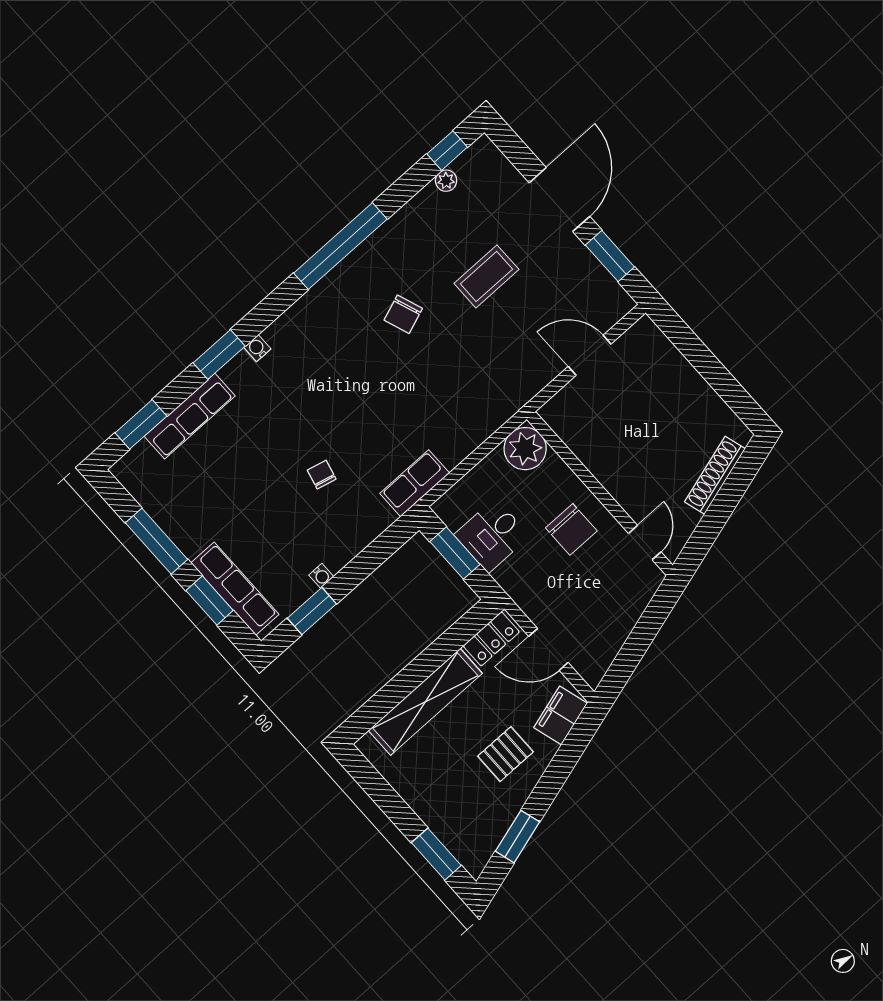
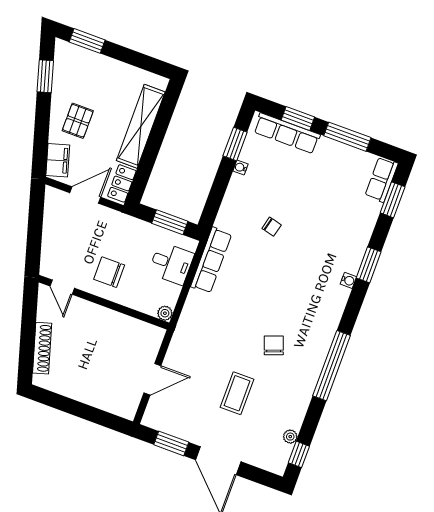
row of seats: (190, 416) -> (381, 180), moved, width x0.68
plant: (525, 449) -> (165, 313), width x0.53, depth x0.53
row of seats: (415, 483) -> (211, 260), width x1.48
desk: (492, 535) -> (171, 263), moved, turned 90

